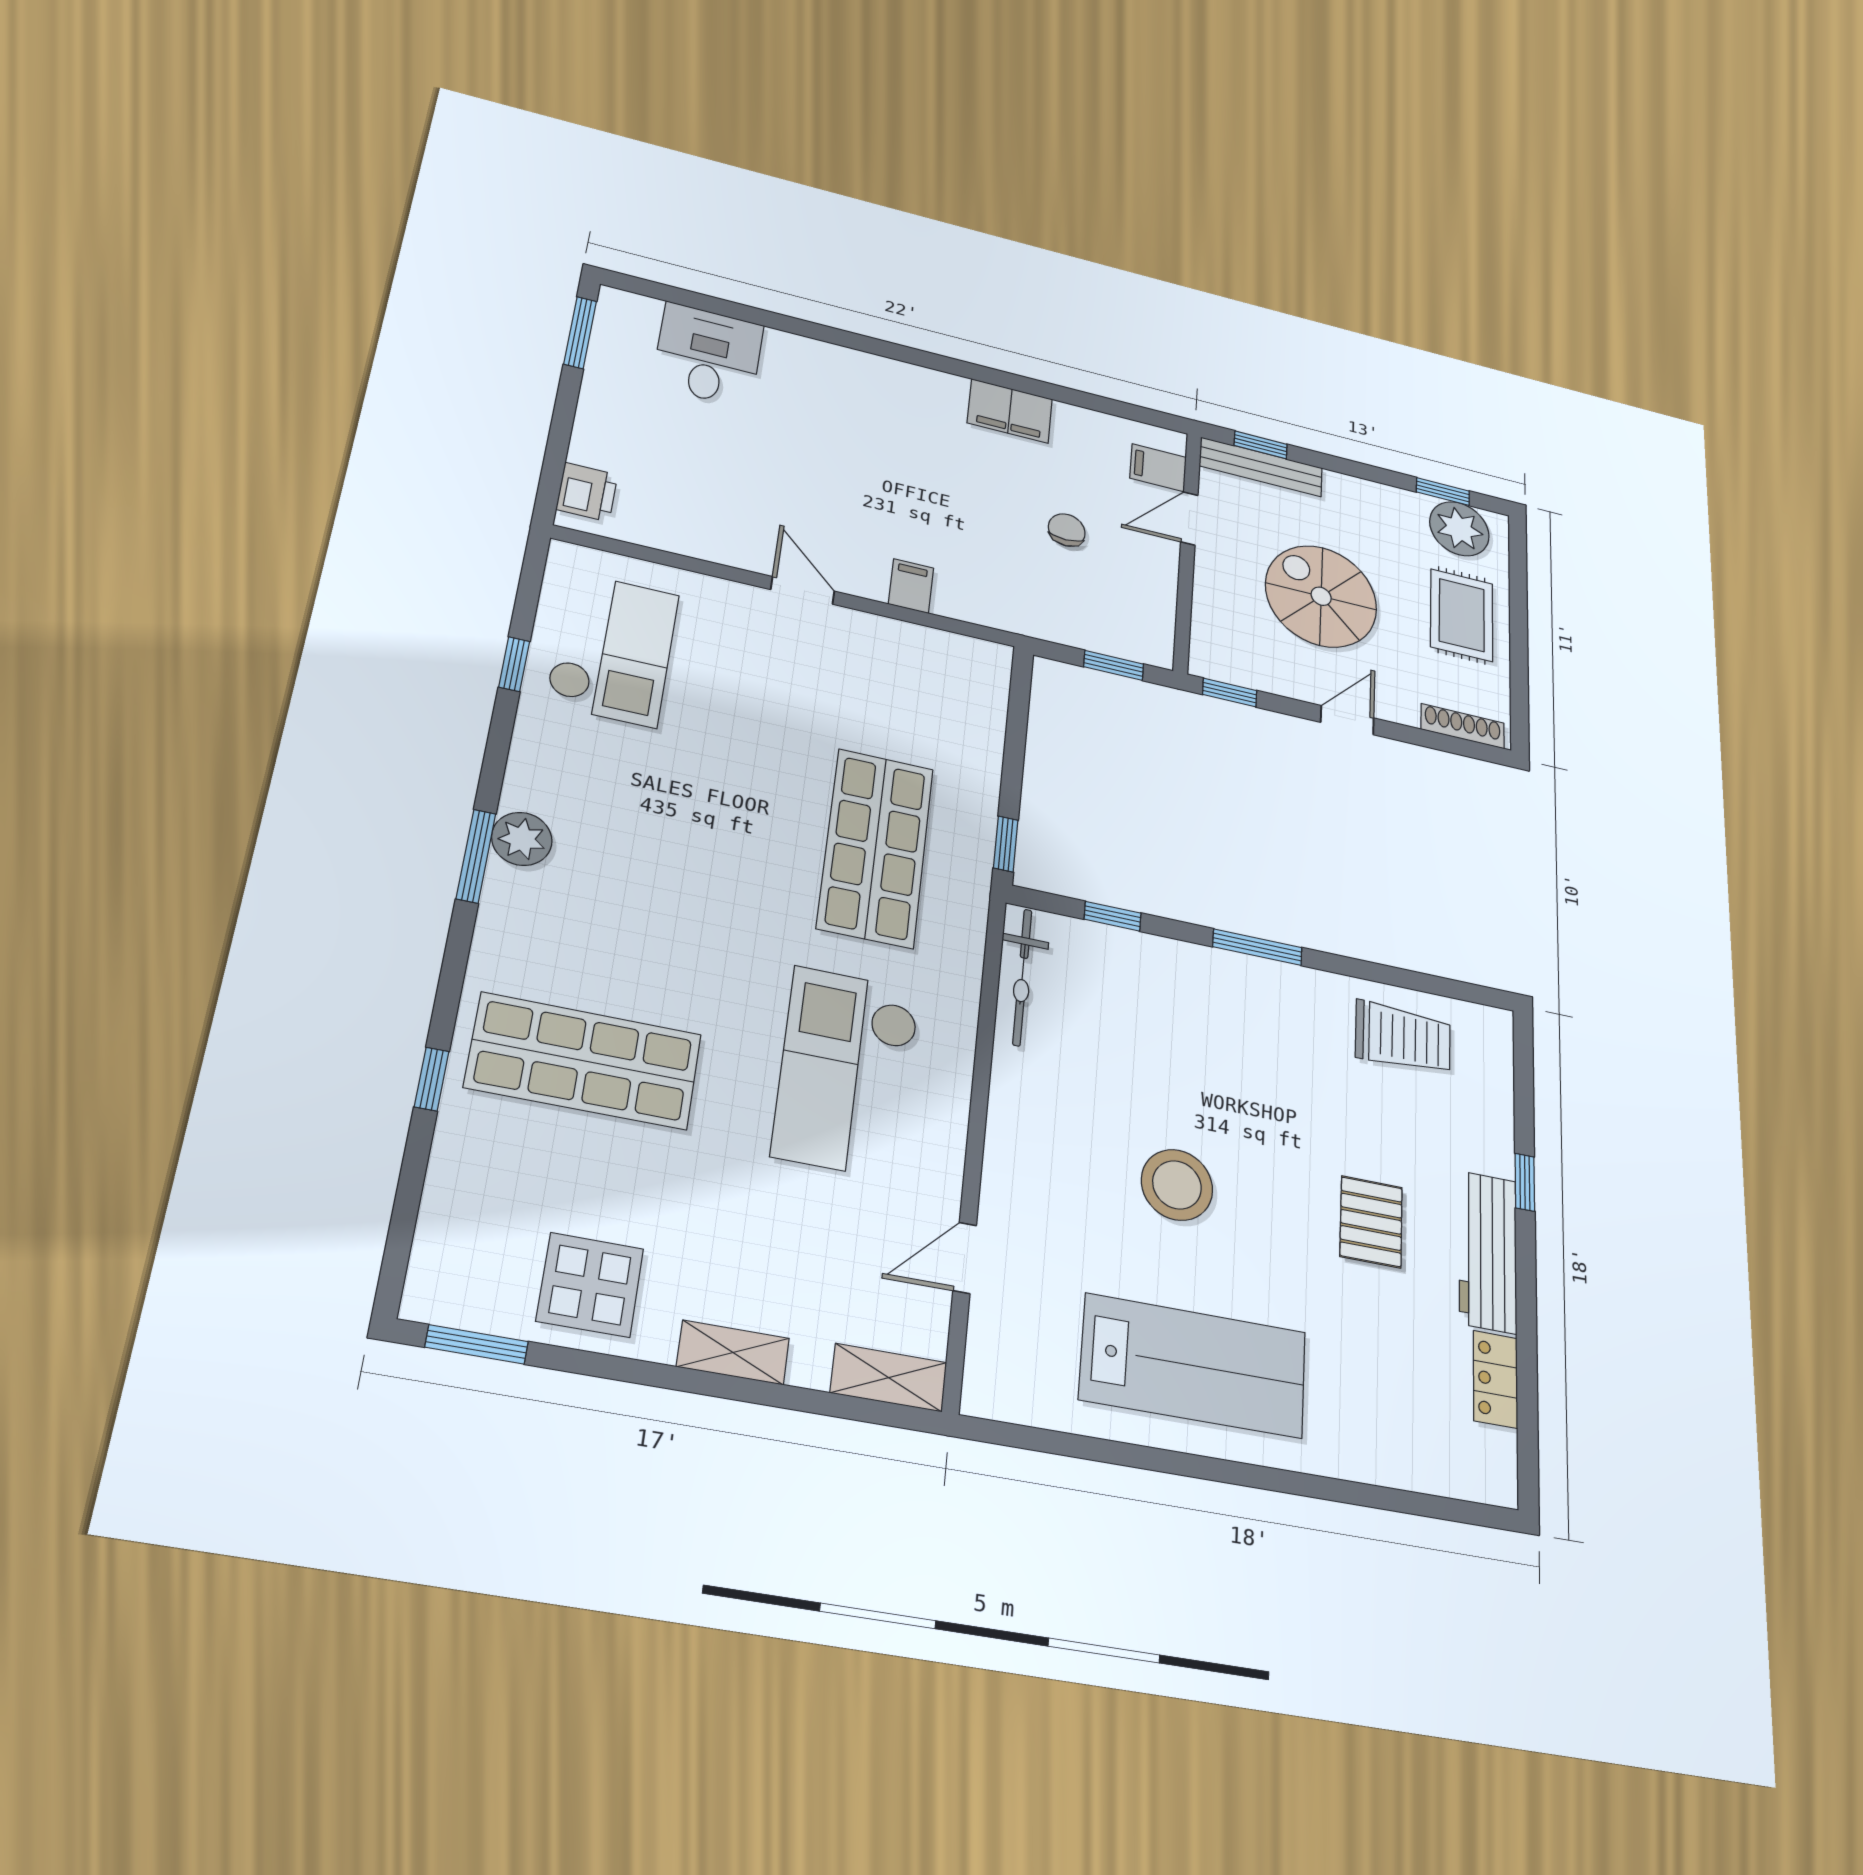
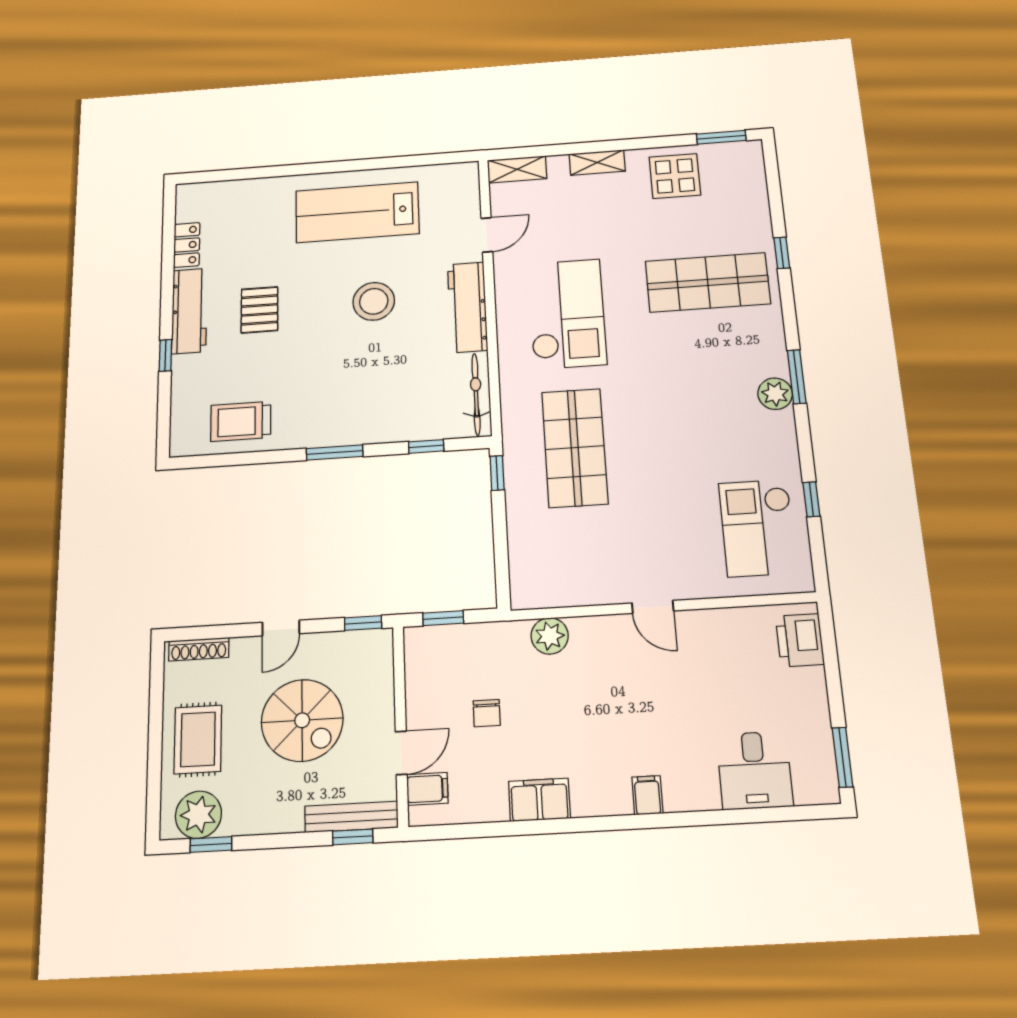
printer: (587, 492) -> (800, 640), width x1.36, depth x1.24
filing cabinet: (911, 586) -> (647, 795), moved, turned 180
plant: (962, 598) -> (550, 636), added
workbench: (1017, 1131) -> (468, 307), added

